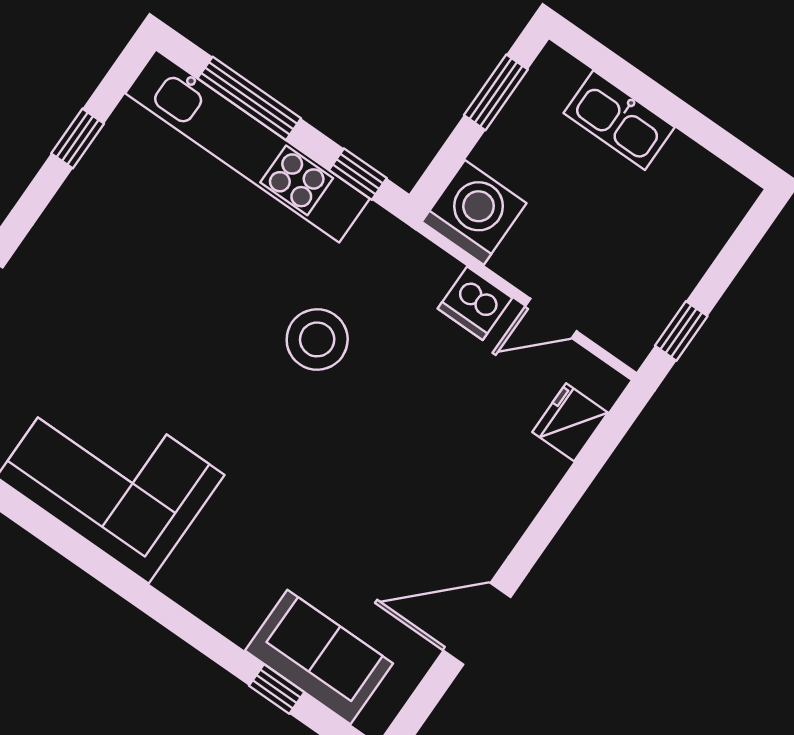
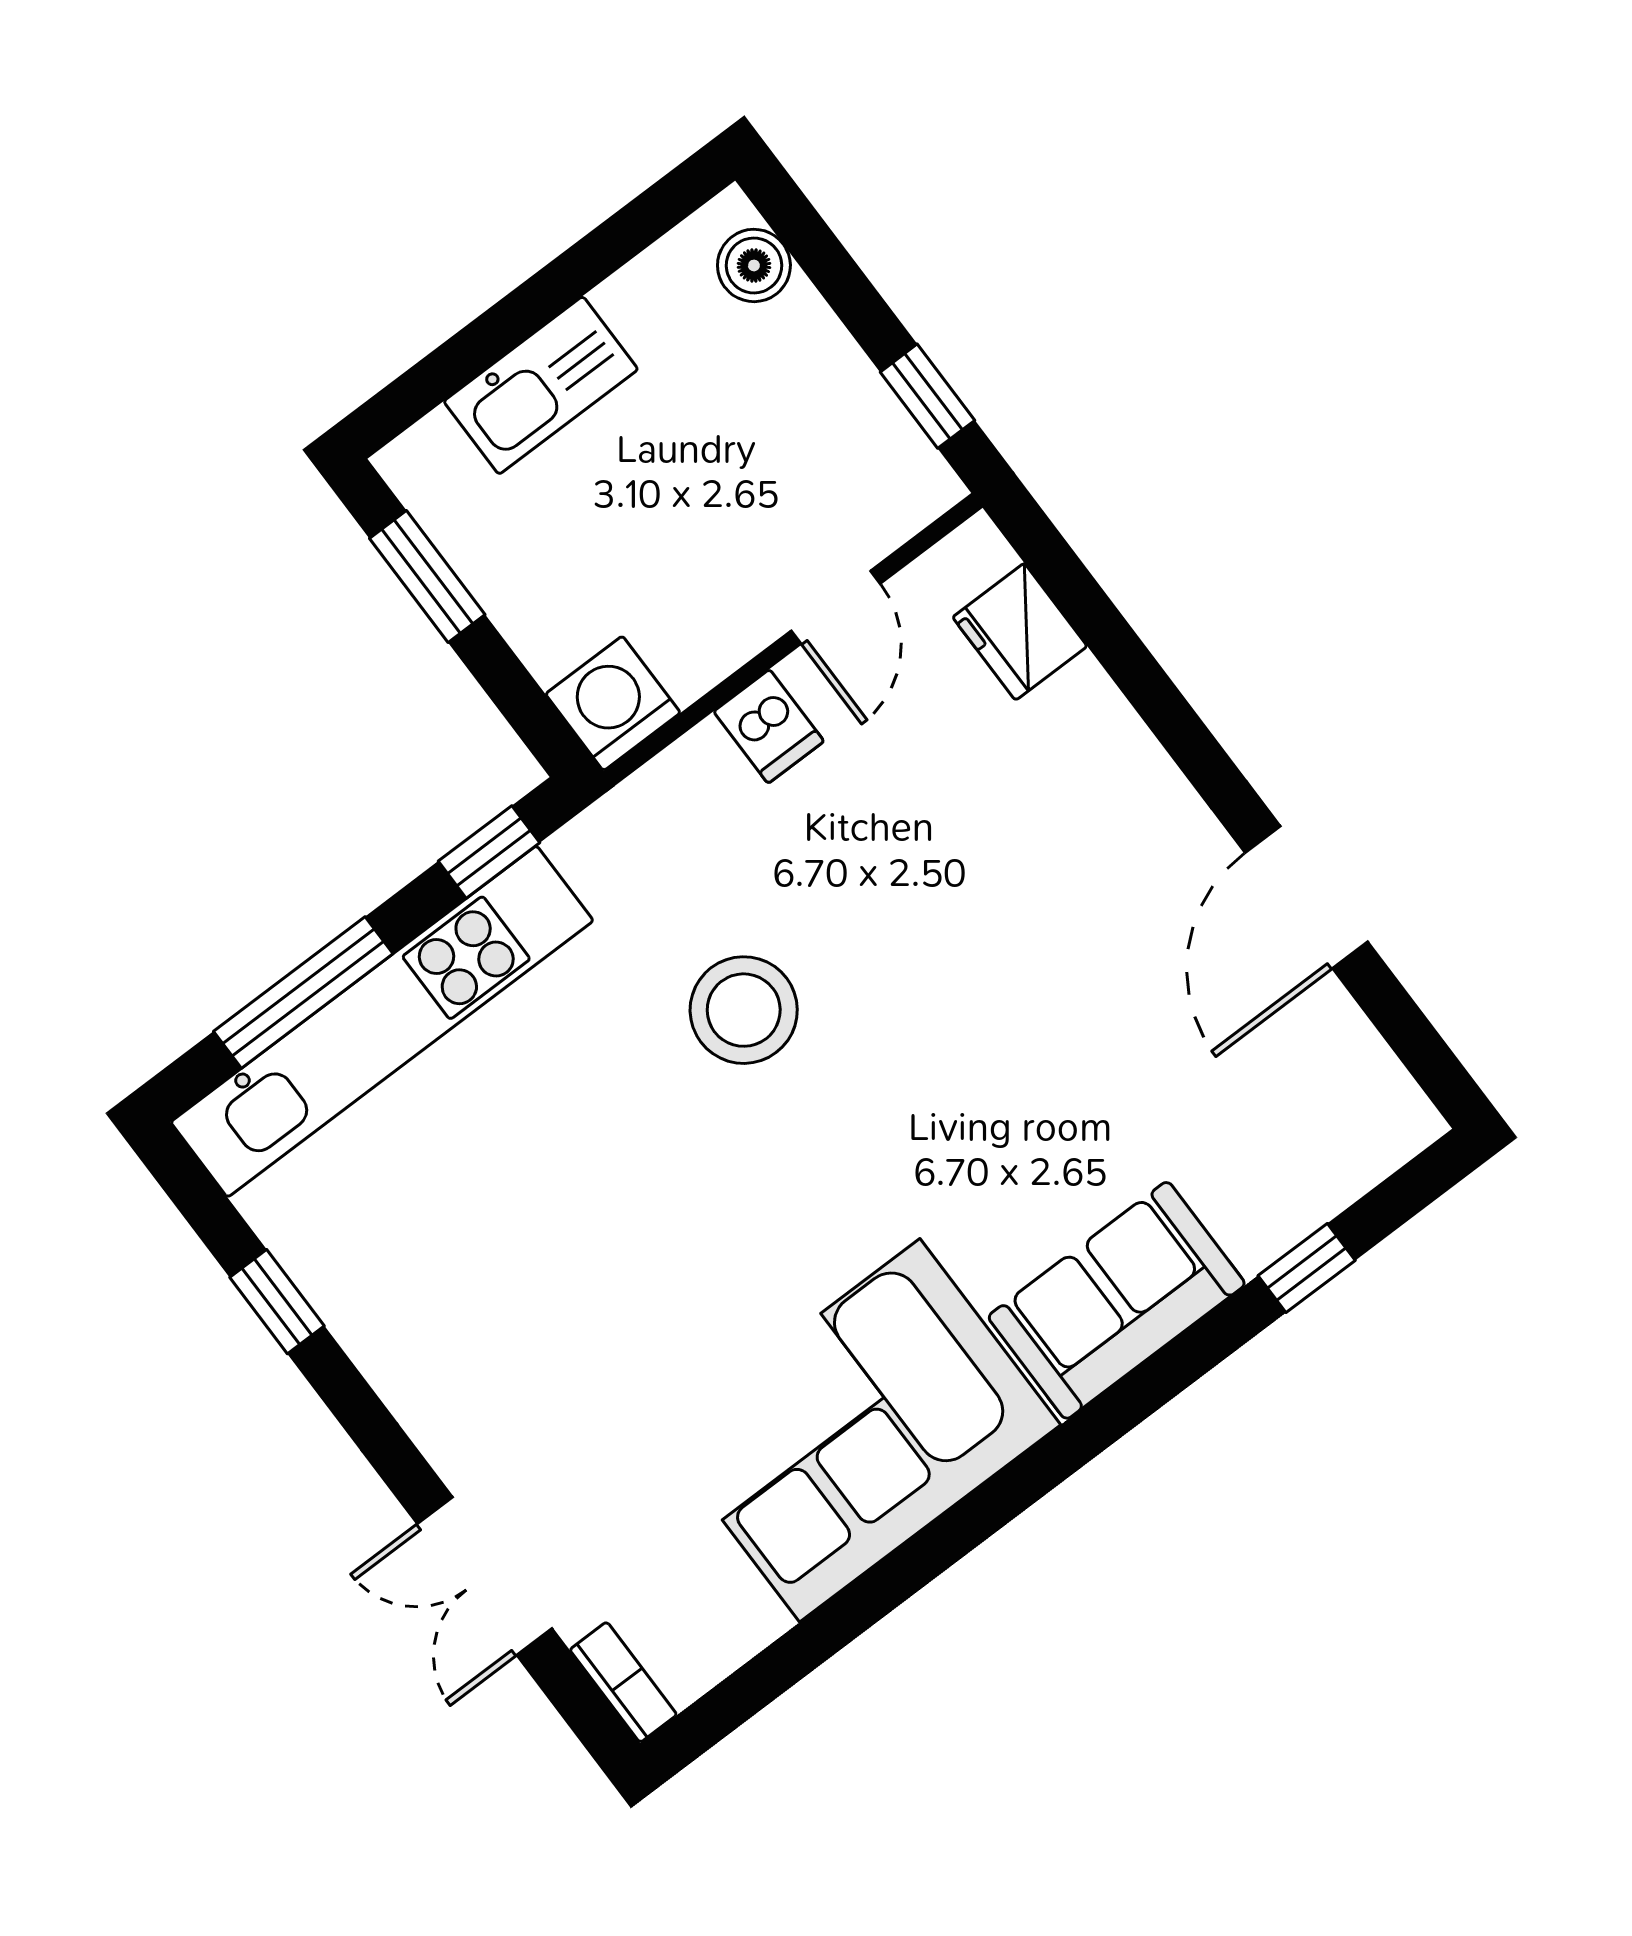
washing machine: (474, 212) -> (613, 703), width x0.73, depth x0.73
boiler: (721, 214) -> (754, 265), added
dishwasher: (475, 303) -> (769, 726), width x0.73
sofa: (319, 657) -> (1117, 1300), moved

